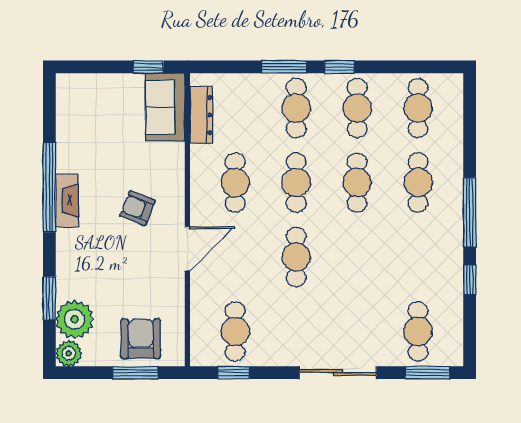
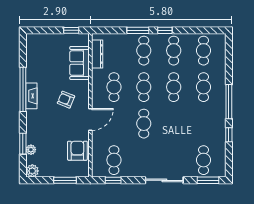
sofa: (165, 107) -> (80, 63), moved
plant: (75, 319) -> (31, 150), width x0.53, depth x0.53
armchair: (141, 339) -> (77, 151), moved

